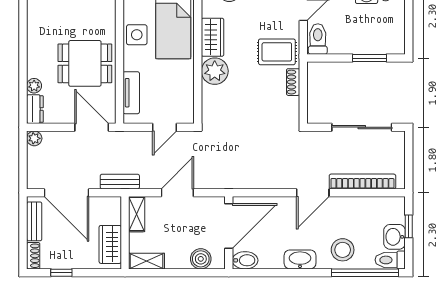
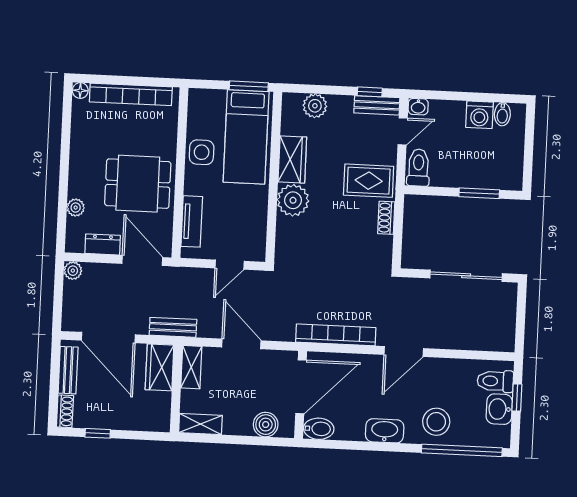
dresser: (35, 109) -> (103, 244), moved, turned -90
bookcase: (362, 182) -> (336, 335), moved
door: (177, 193) -> (241, 344), hinge flipped
wardrobe: (110, 244) -> (160, 367), moved
toilet: (390, 260) -> (495, 381), moved

